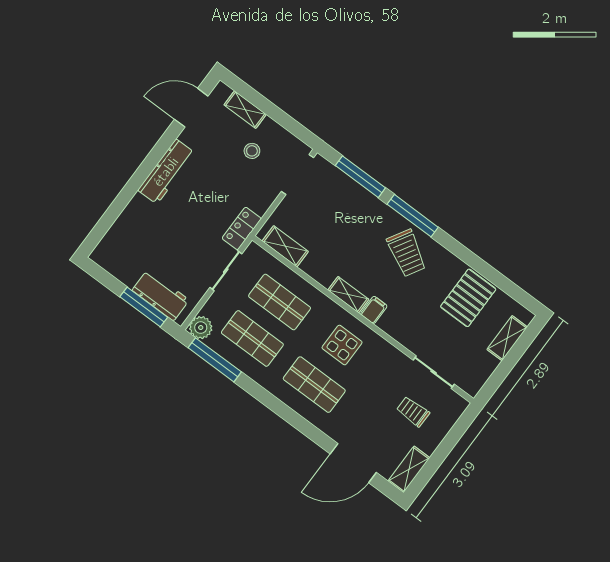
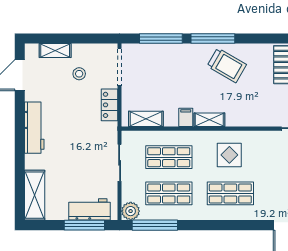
locker: (242, 228) -> (110, 105), moved
shelving: (116, 240) -> (35, 195), added
filing cabinet: (374, 310) -> (186, 117), moved

